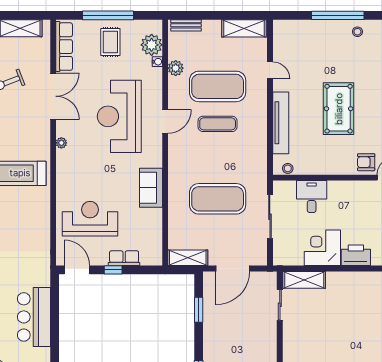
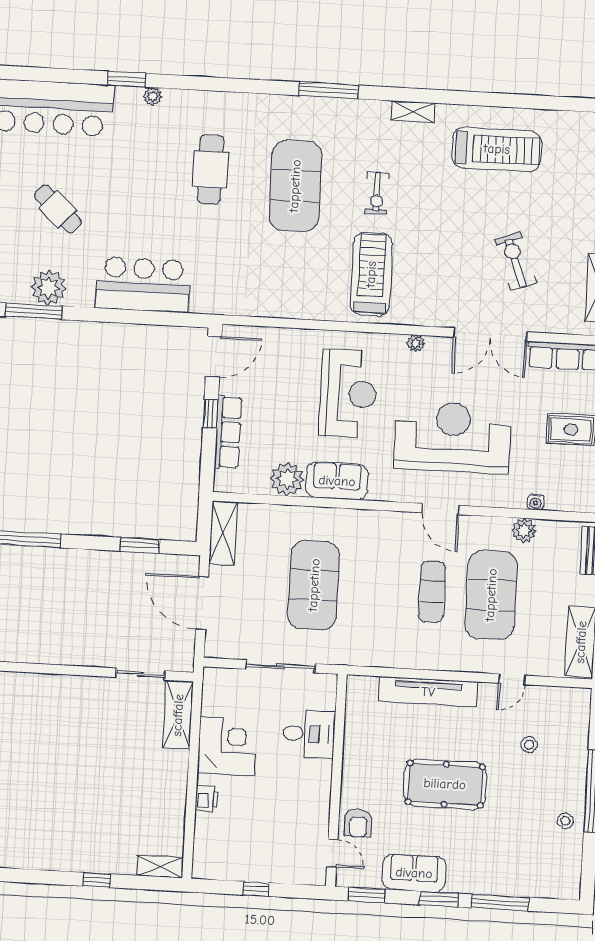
plant: (152, 45) -> (287, 479), moved
armchair: (366, 162) -> (358, 823), turned 180
stool: (288, 168) -> (529, 745), moved
reception desk: (90, 219) -> (348, 394), moved
printer: (356, 255) -> (207, 798), width x0.53, depth x0.68
row of seats: (124, 258) -> (228, 432), width x1.48

